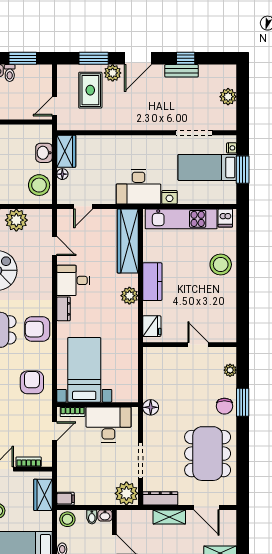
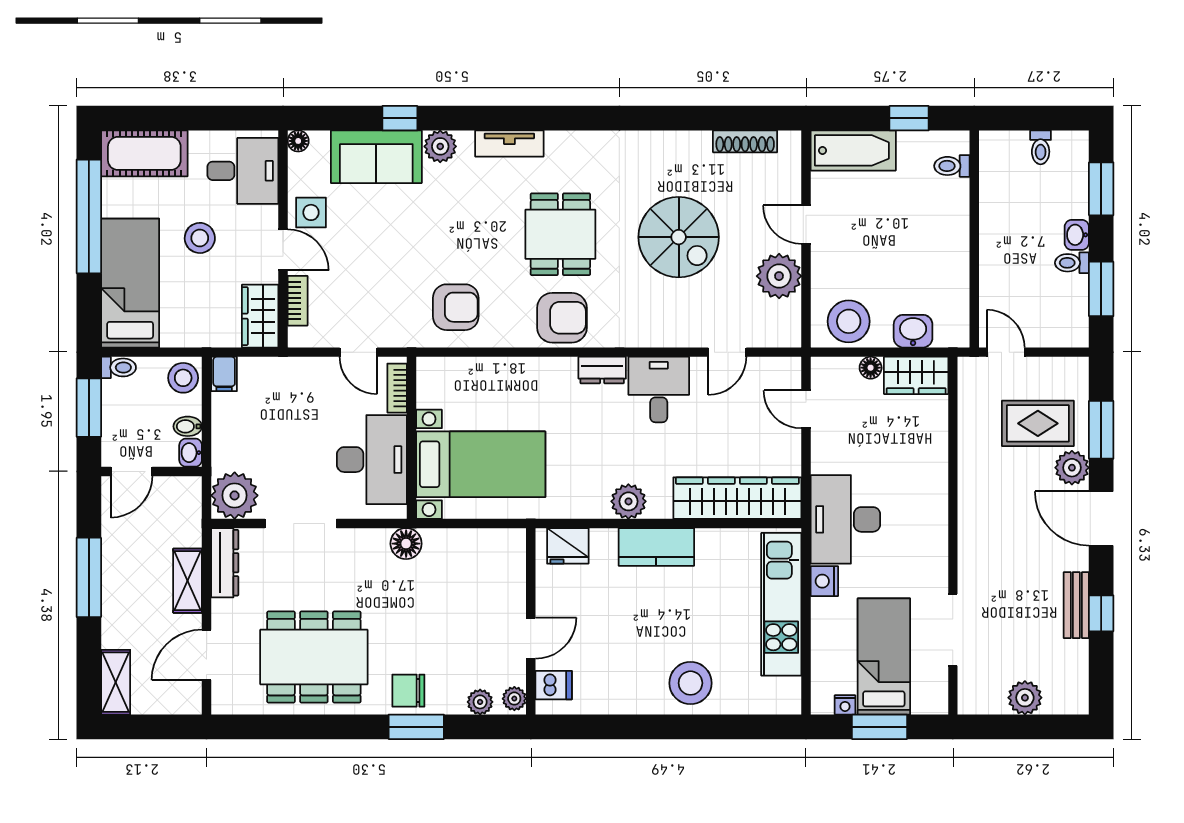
nightstand: (232, 148) -> (845, 705), moved
dishwasher: (225, 218) -> (554, 685), moved, turned 180
armchair: (37, 329) -> (562, 318), turned 90
plant: (228, 353) -> (514, 699), added
bed with nightstands: (84, 370) -> (481, 464), moved
wardrobe: (43, 495) -> (260, 316), moved, turned -90

